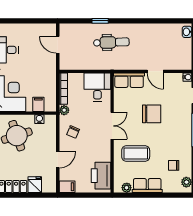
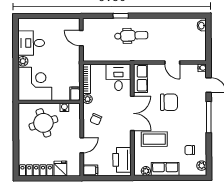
row of seats: (129, 80) -> (140, 78), moved, turned -90
filing cabinet: (38, 104) -> (75, 94), moved
double door: (112, 126) -> (132, 113), width x1.37

